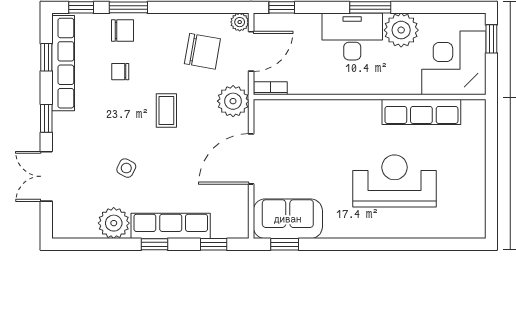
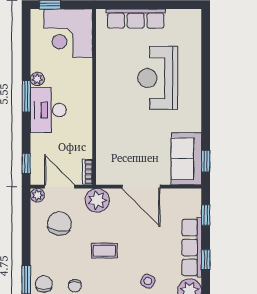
plant: (401, 30) -> (37, 79), width x0.53, depth x0.53
row of seats: (421, 112) -> (136, 18), moved, turned 90

